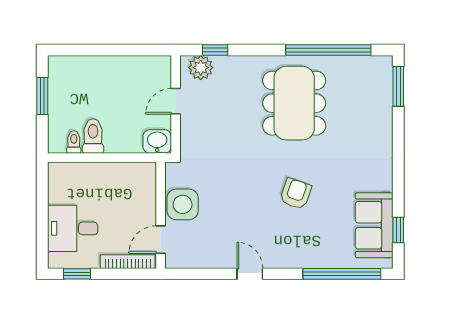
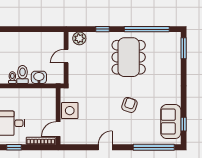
window: (215, 50) -> (103, 29), moved
washbasin: (157, 141) -> (39, 77), moved
door: (250, 274) -> (105, 147), hinge flipped

